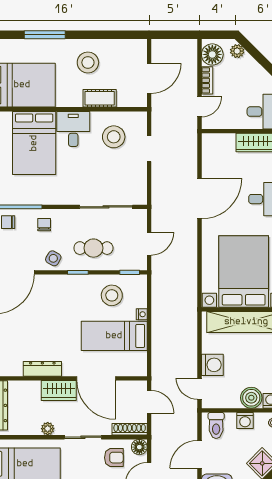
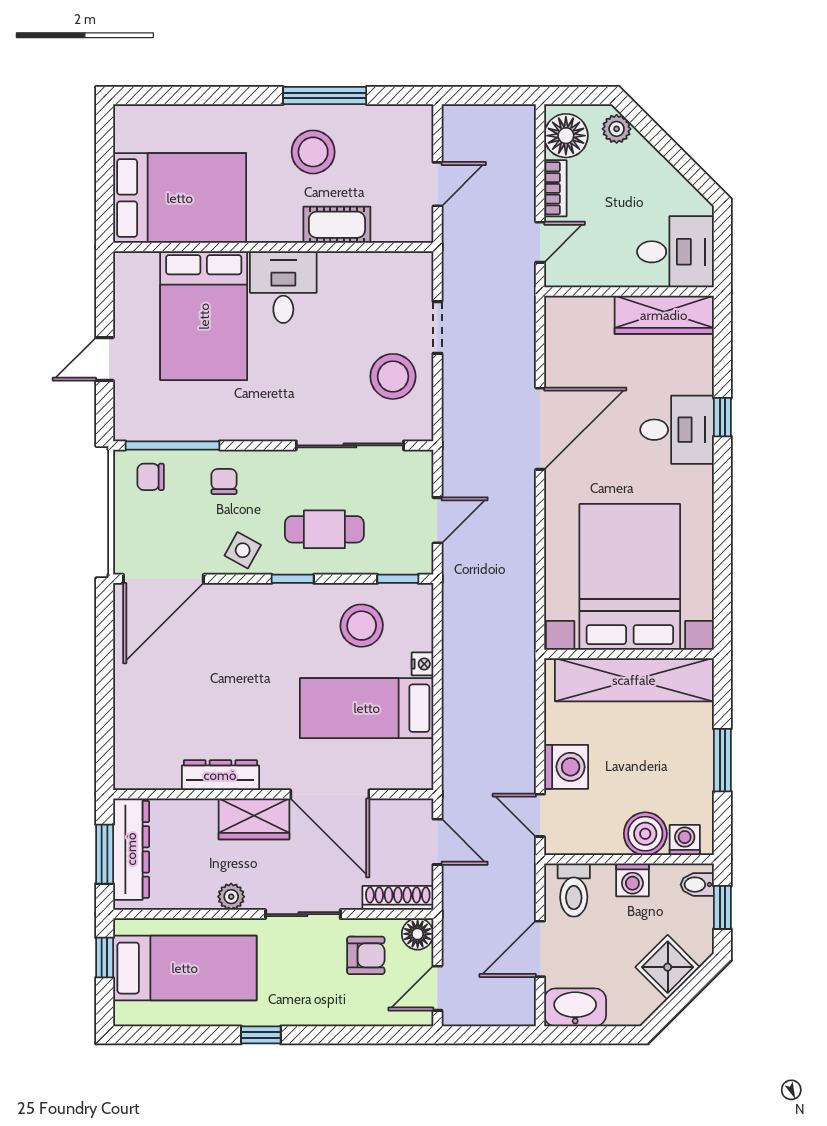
window: (45, 35) -> (325, 95), moved
door: (149, 78) -> (437, 184), width x0.73
stool: (114, 137) -> (393, 376), moved

